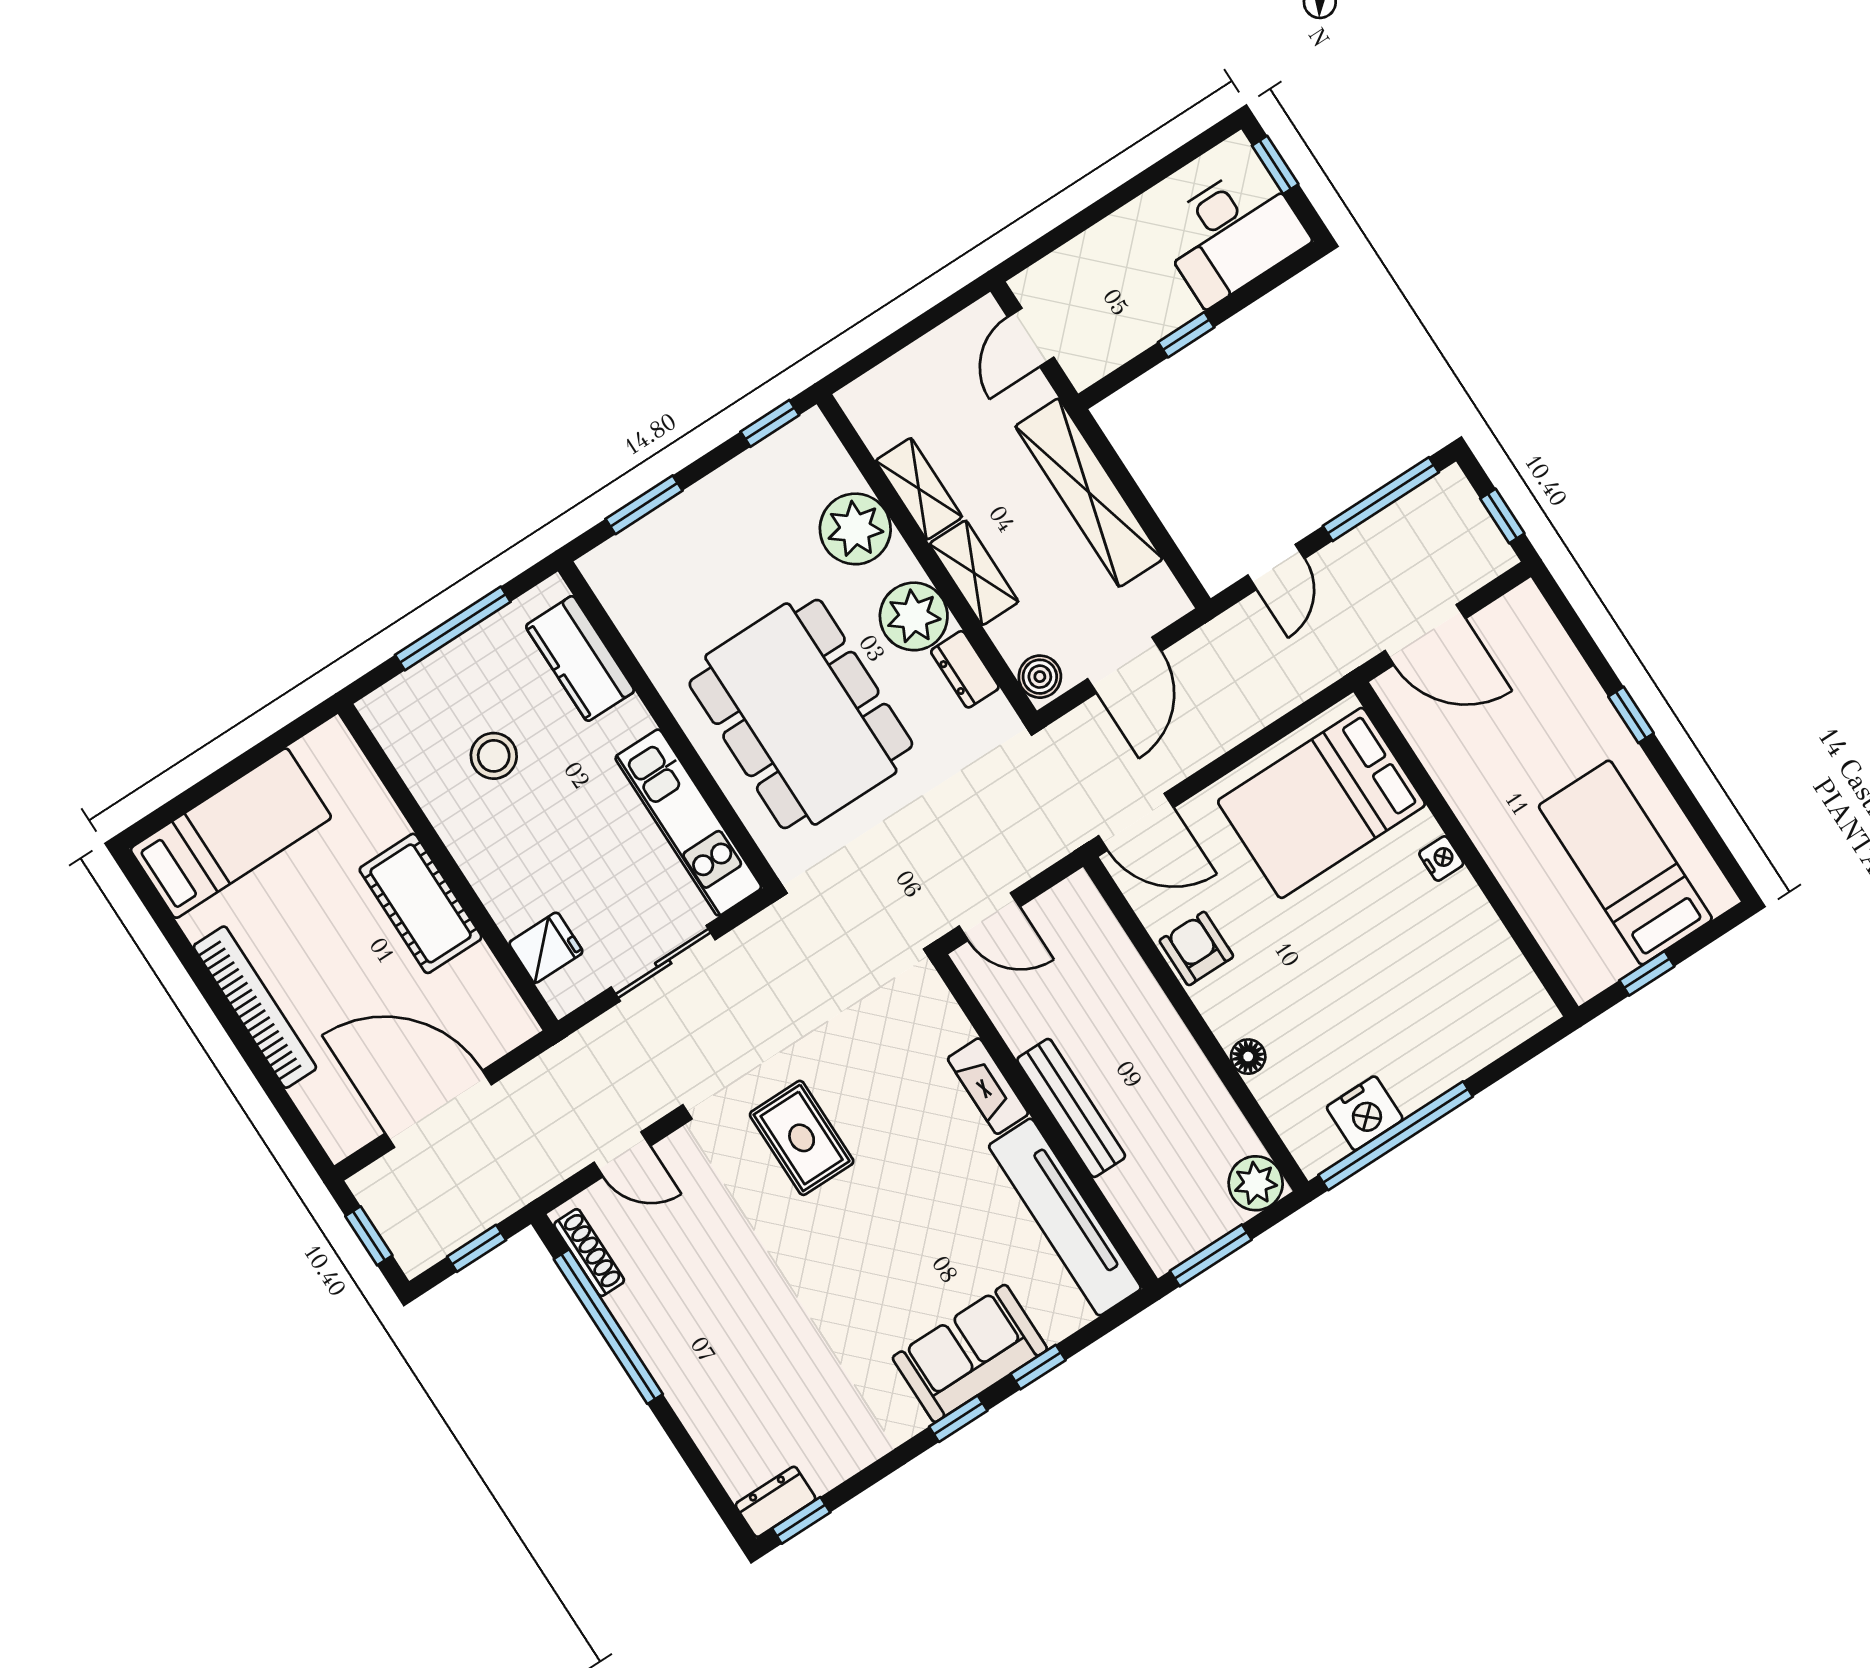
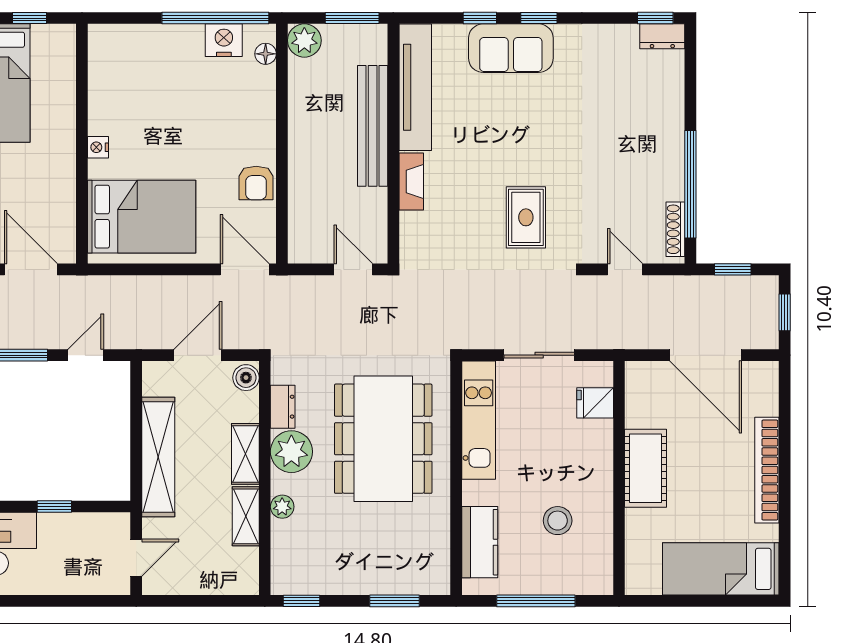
plant: (855, 529) -> (282, 507), width x0.53, depth x0.53
floor lamp: (1248, 1057) -> (266, 54), moved
bench: (1071, 1108) -> (373, 126), width x1.37, depth x1.21

